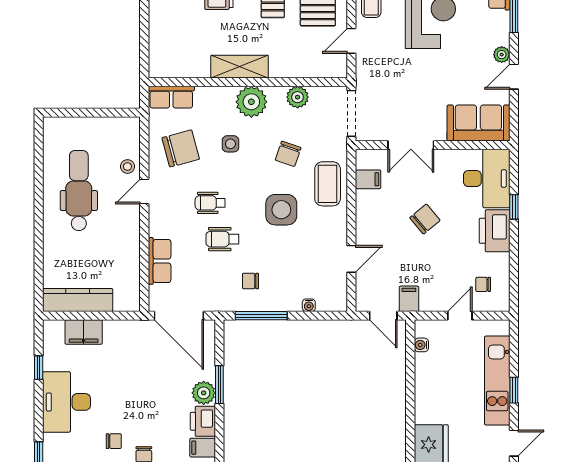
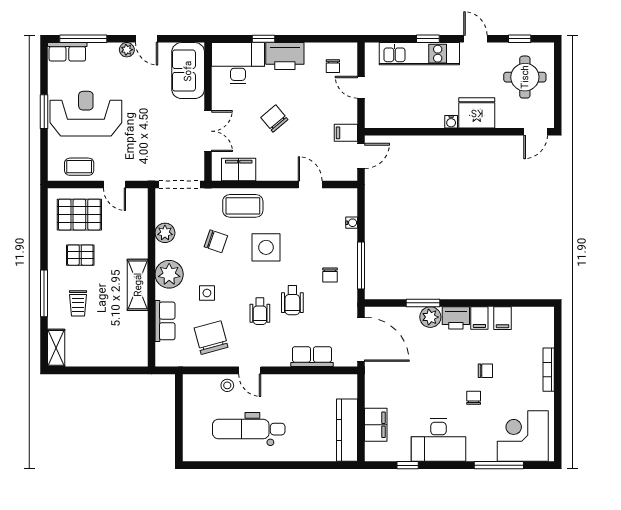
row of seats: (171, 97) -> (165, 321), moved
filing cabinet: (368, 179) -> (239, 170), width x2.00
door: (179, 316) -> (361, 339), hinge flipped
water cooler: (421, 345) -> (451, 122), moved

